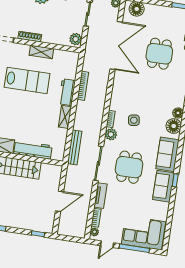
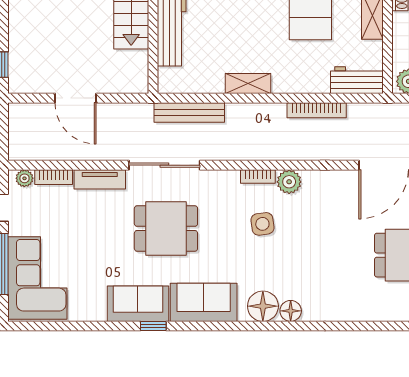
workbench: (67, 92) -> (357, 80), moved
plant: (111, 134) -> (289, 182), moved

